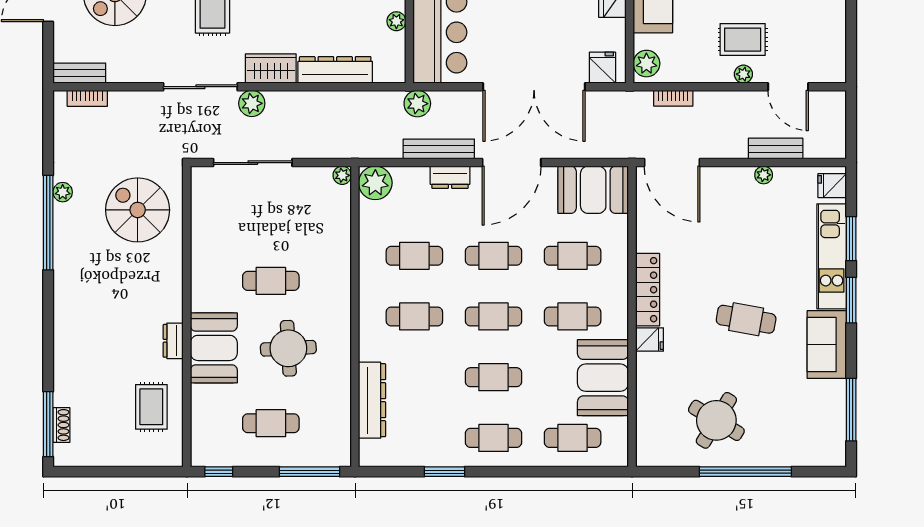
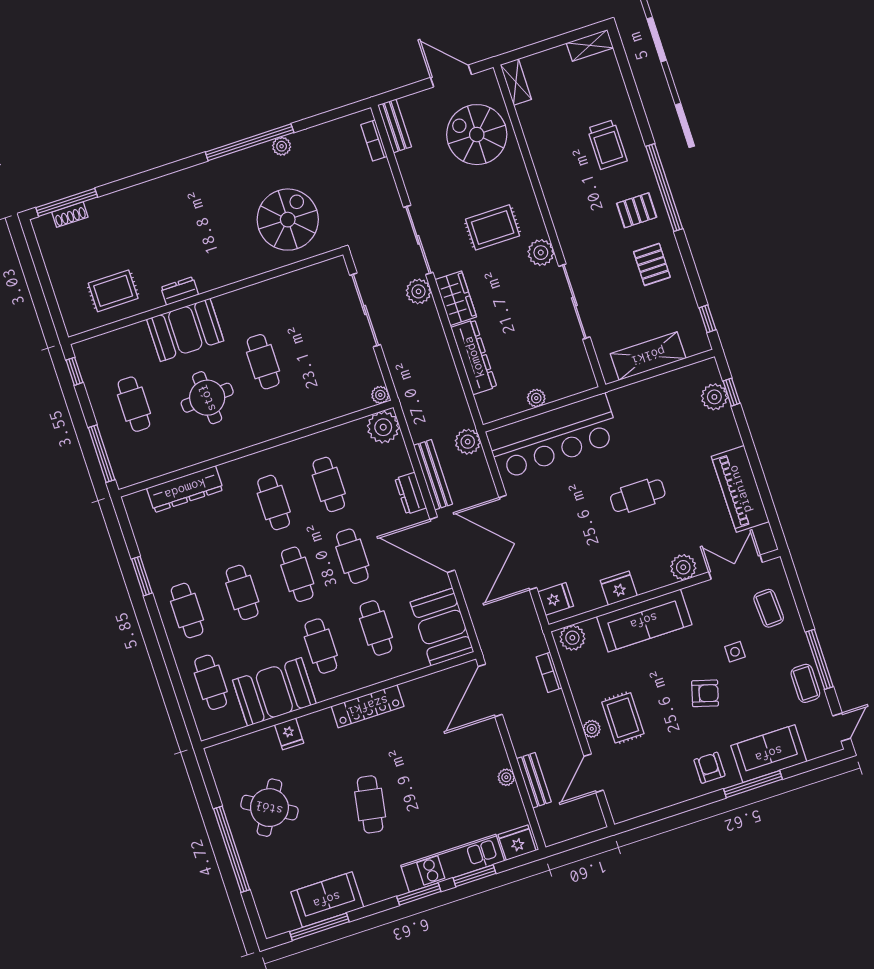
fridge: (832, 186) -> (517, 843), width x1.38
fridge: (649, 340) -> (289, 734), moved
sofa: (827, 345) -> (327, 900), moved

